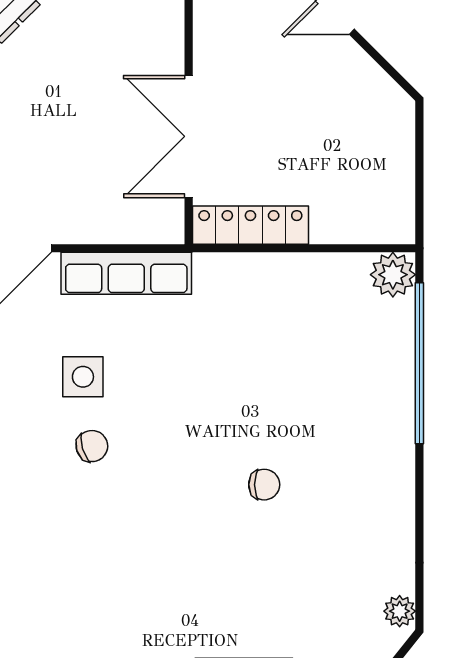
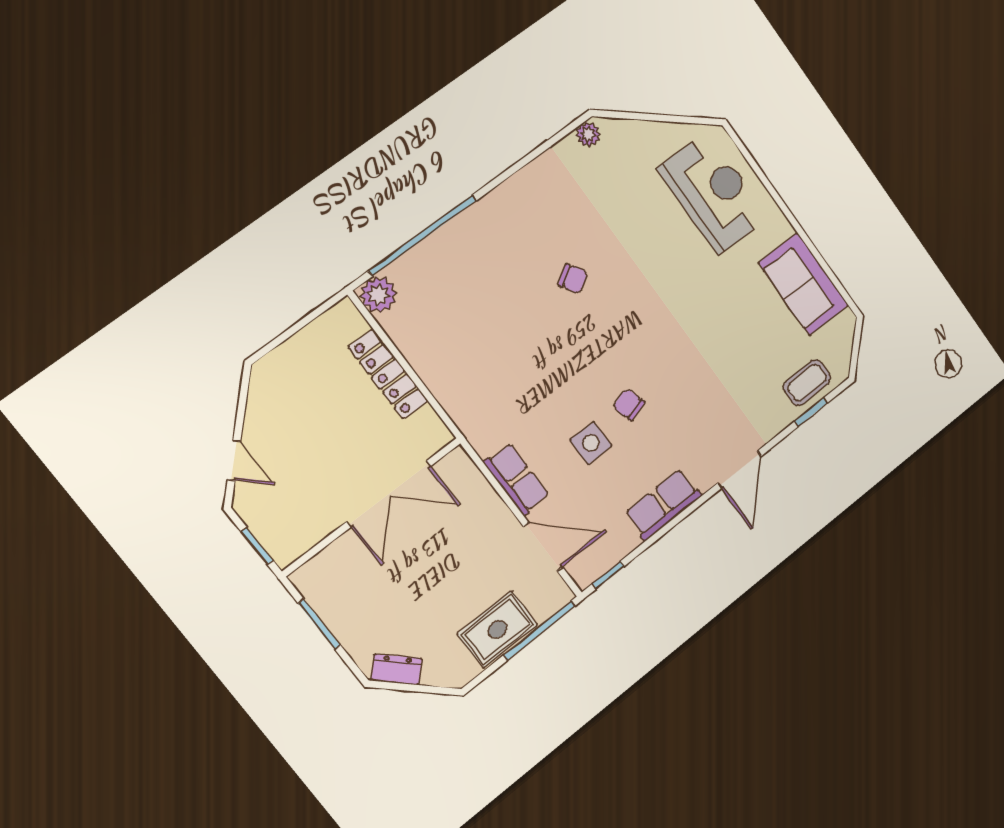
locker: (250, 225) -> (388, 374), moved
row of seats: (126, 273) -> (517, 479), width x0.68
chair: (264, 485) -> (573, 279), turned 147

